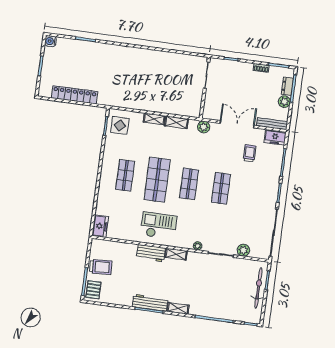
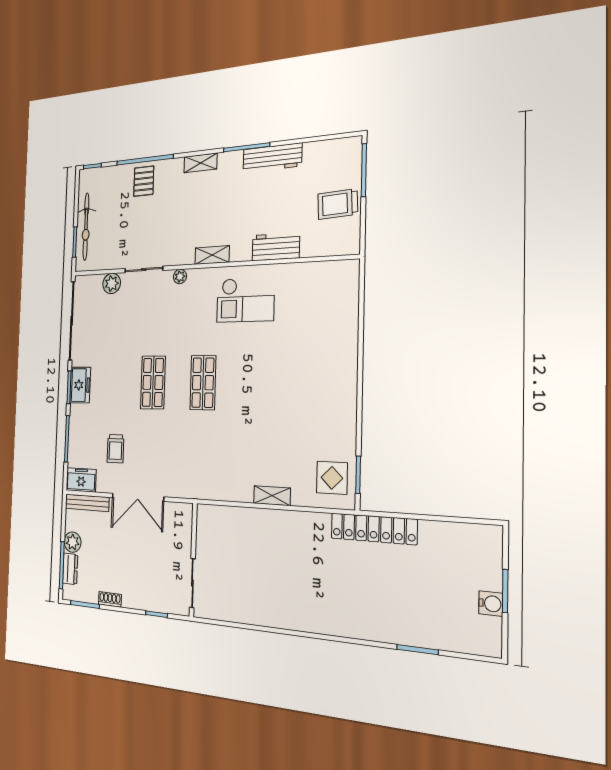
water cooler: (50, 41) -> (491, 604), moved
locker: (74, 95) -> (374, 529), moved
shelving: (176, 122) -> (234, 492), removed
plant: (204, 127) -> (189, 488), removed
shop shelf: (125, 175) -> (312, 383), removed
shop shelf: (157, 180) -> (256, 383), removed
freezer: (100, 226) -> (80, 385), moved, turned 180
workbench: (151, 253) -> (276, 247), moved
pallet: (93, 290) -> (144, 181), moved
workbench: (150, 303) -> (272, 158), moved

